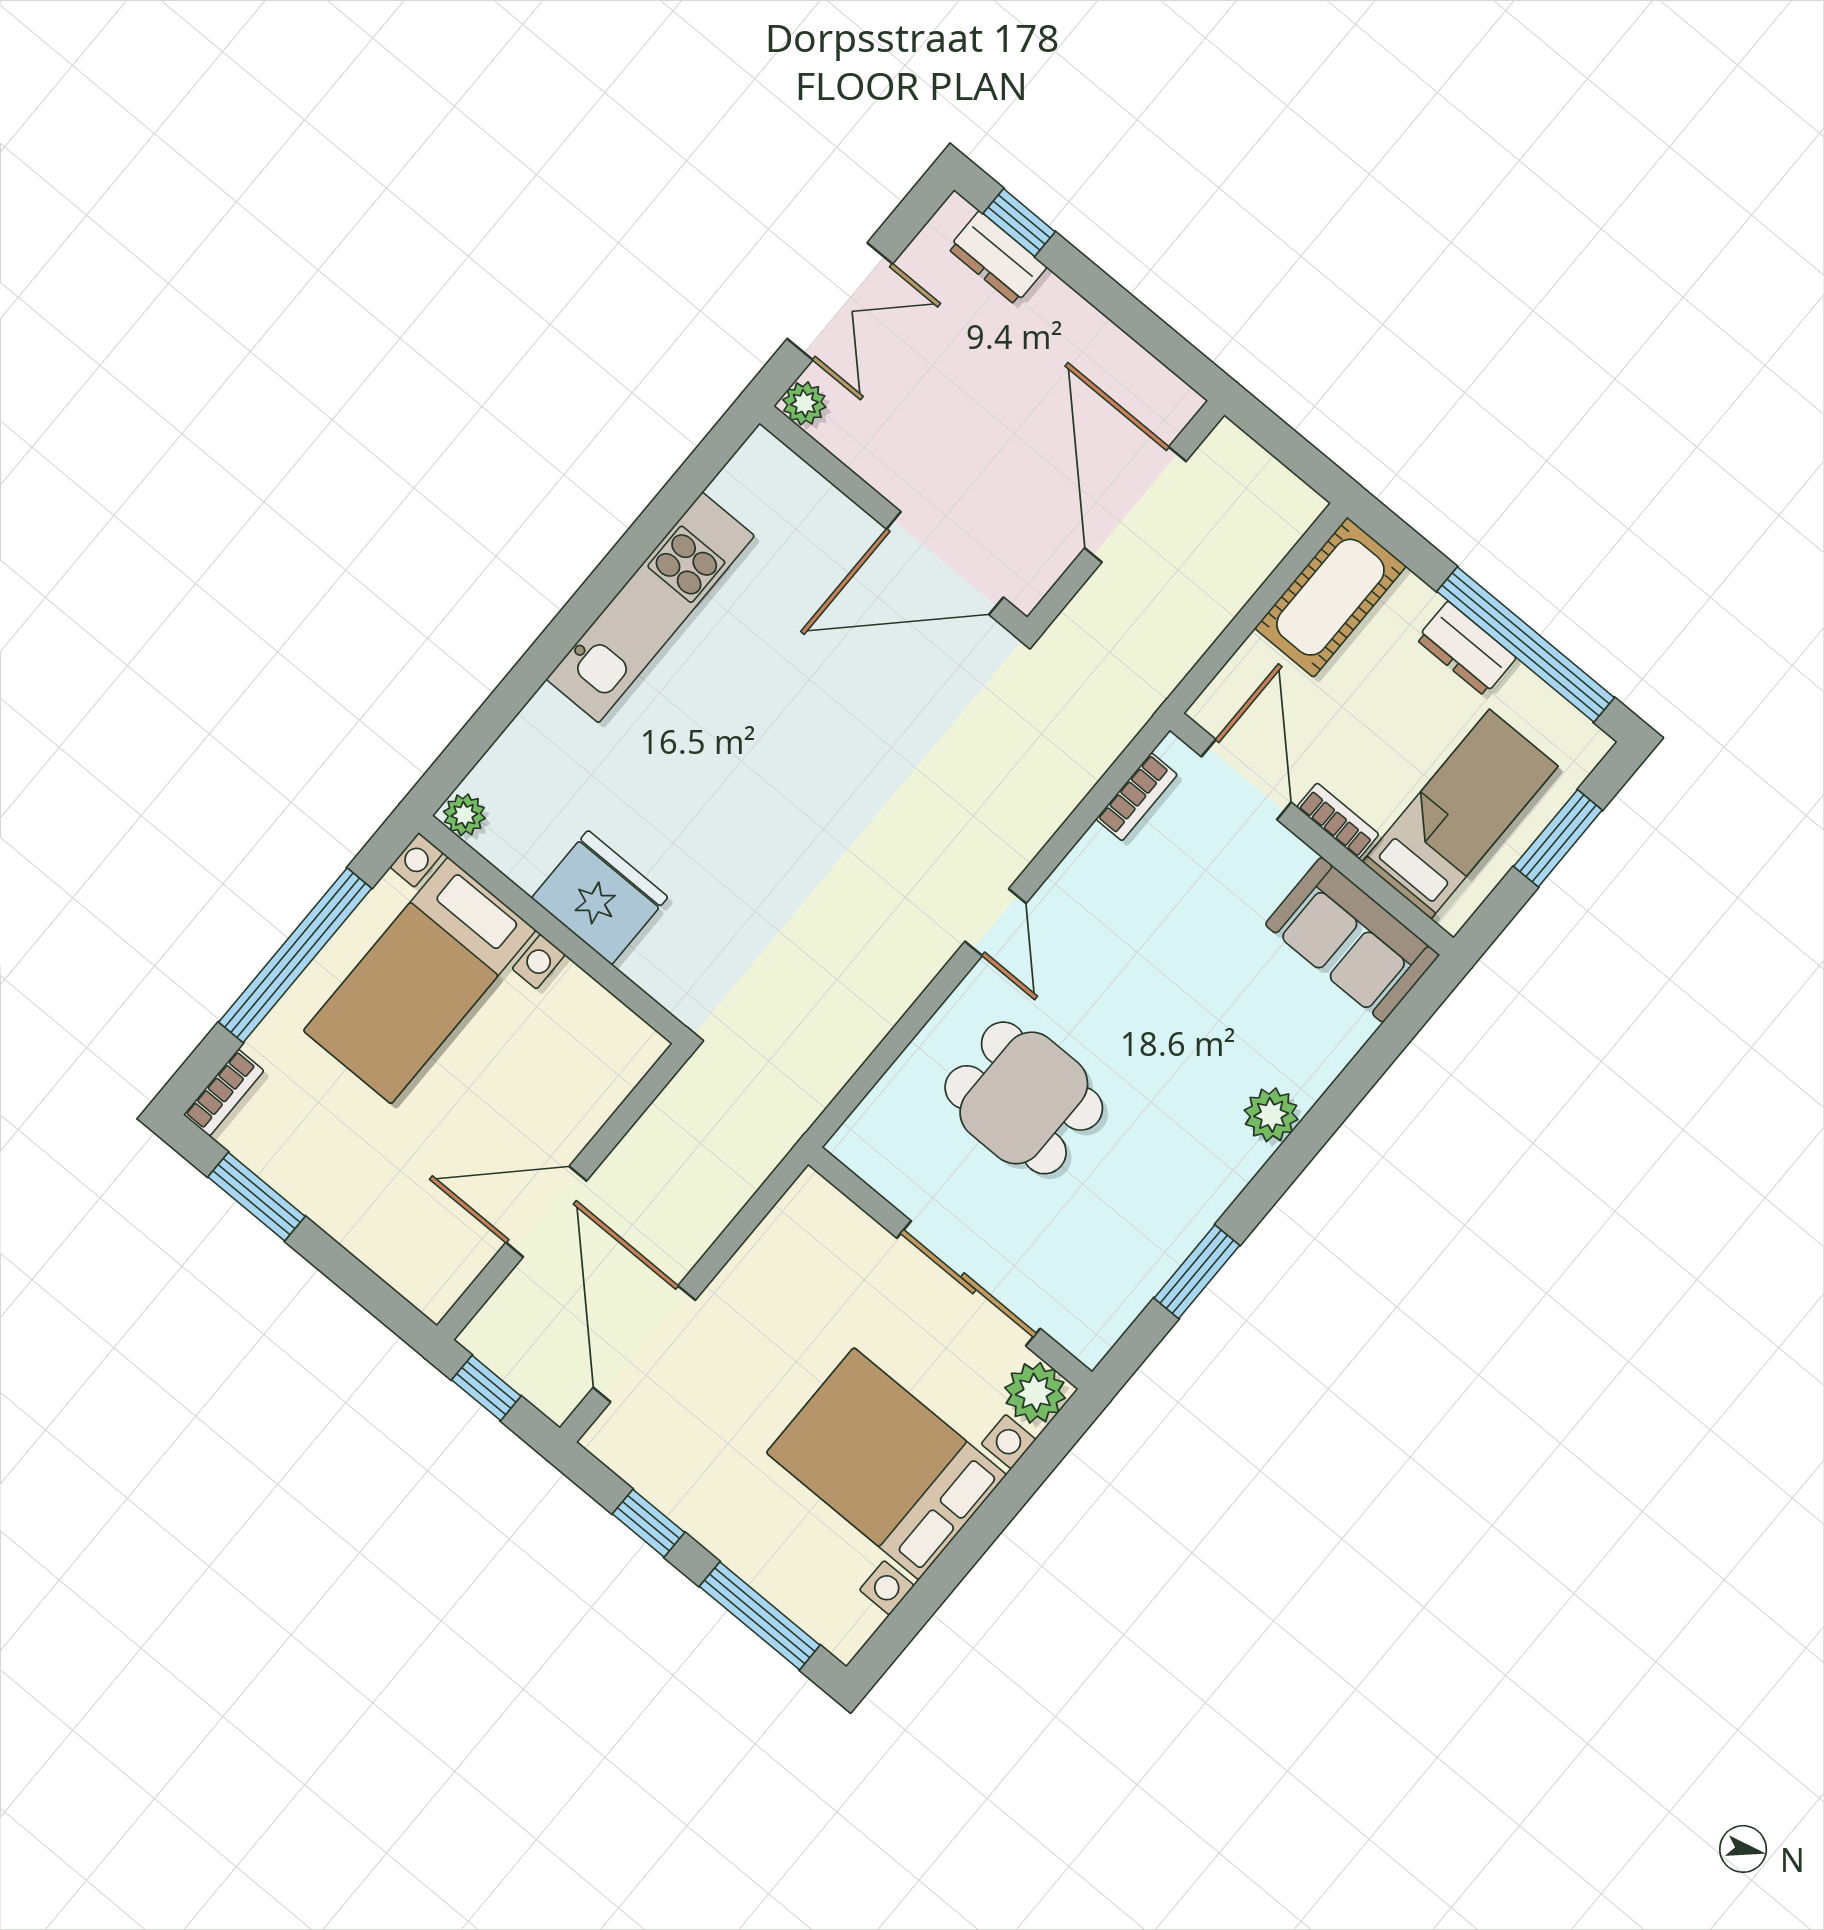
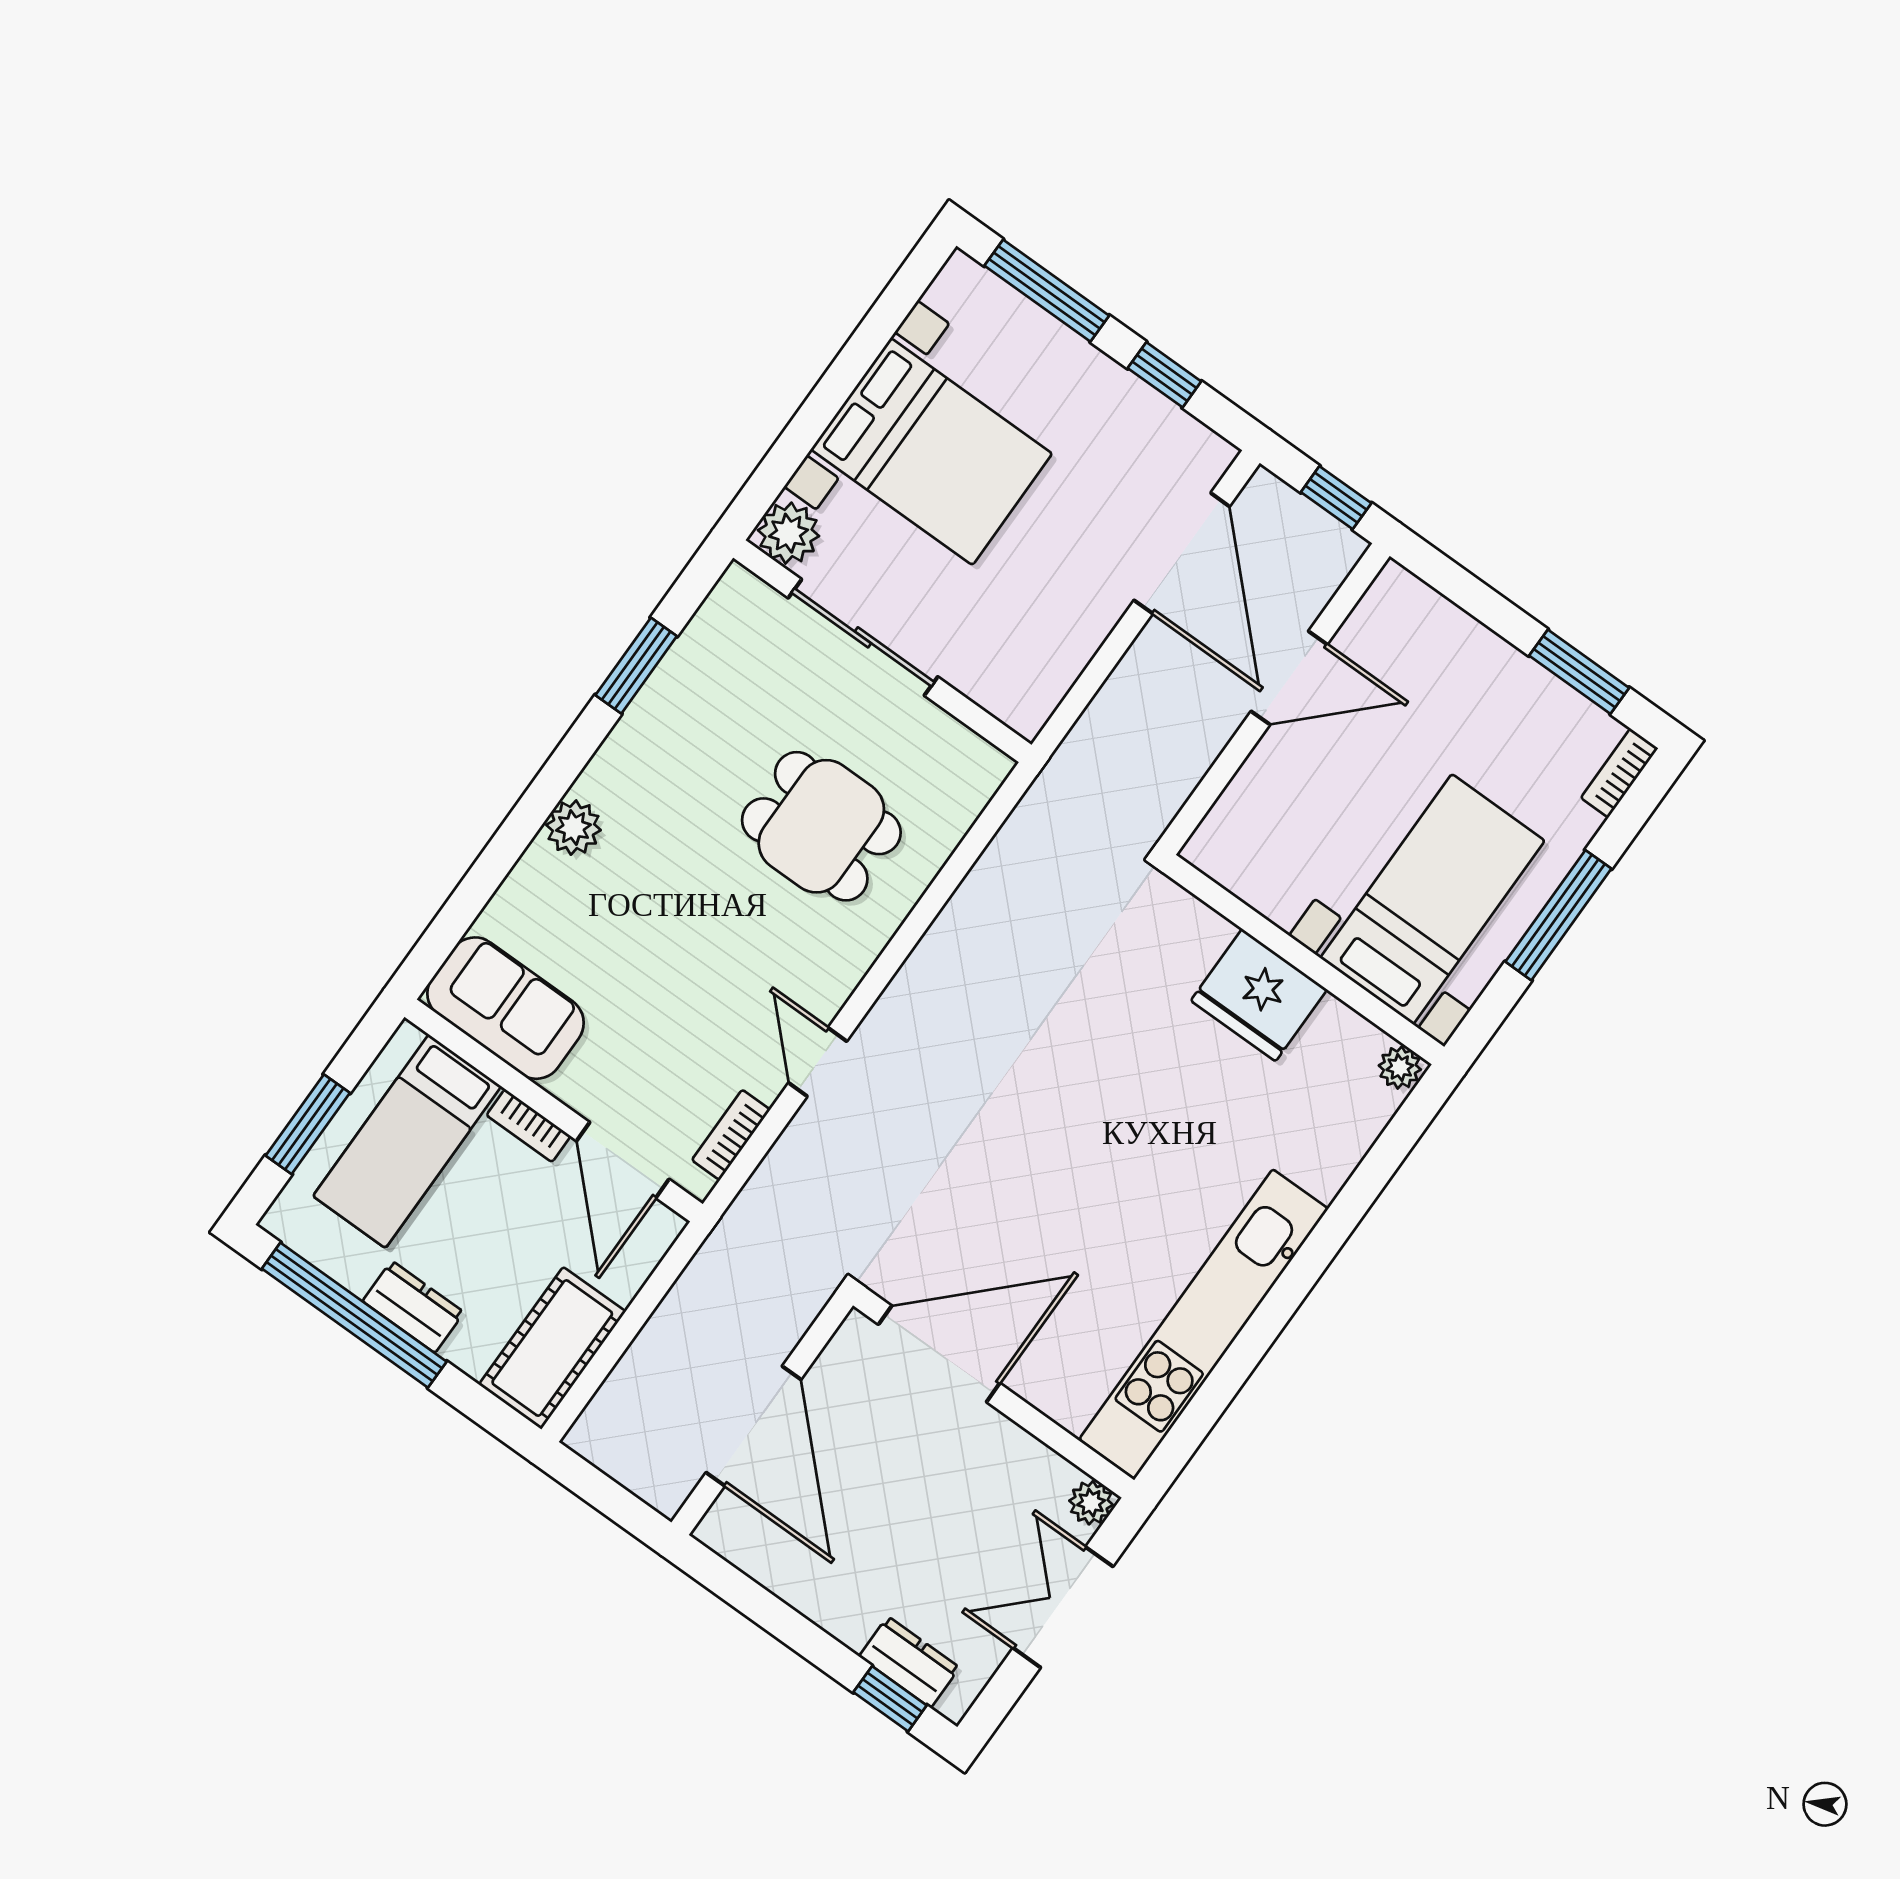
kitchen unit: (650, 607) -> (1204, 1324), width x1.36
door: (995, 922) -> (818, 1062), moved
window: (295, 955) -> (1558, 915), width x0.68

